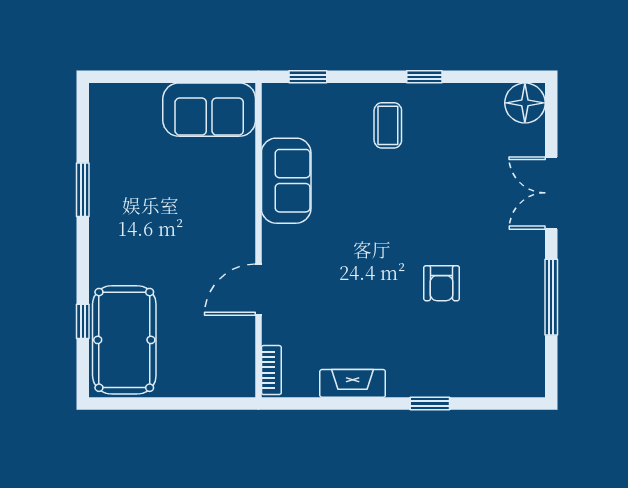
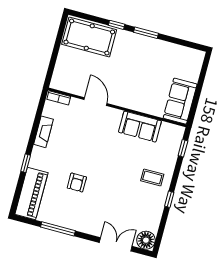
window: (83, 190) -> (146, 33), moved
double door: (551, 193) -> (116, 244), moved
armchair: (442, 283) -> (77, 182), turned -90
window: (83, 321) -> (117, 25), moved
piano: (491, 374) -> (31, 194), added

